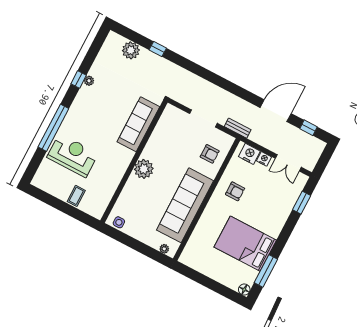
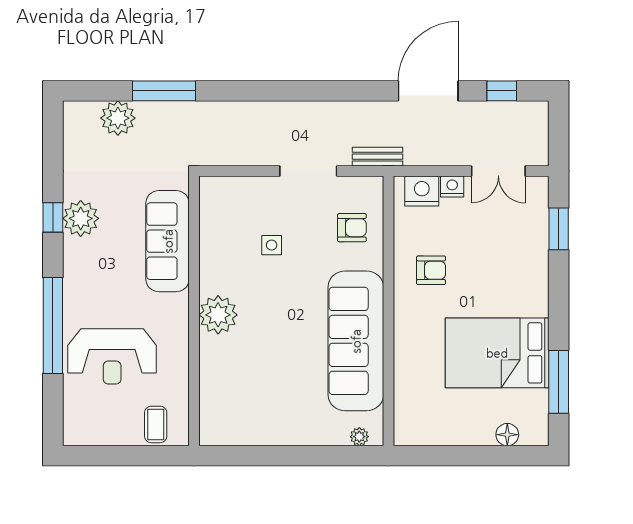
window: (158, 49) -> (164, 91), width x2.17
plant: (89, 81) -> (81, 218), width x1.88, depth x1.88
sofa: (138, 124) -> (168, 241), moved
reception desk: (73, 155) -> (112, 356), turned 180
wall: (134, 162) -> (194, 311), moved
plant: (144, 169) -> (218, 315), moved
side table: (119, 222) -> (272, 245), moved
floor lamp: (244, 290) -> (507, 435), moved

